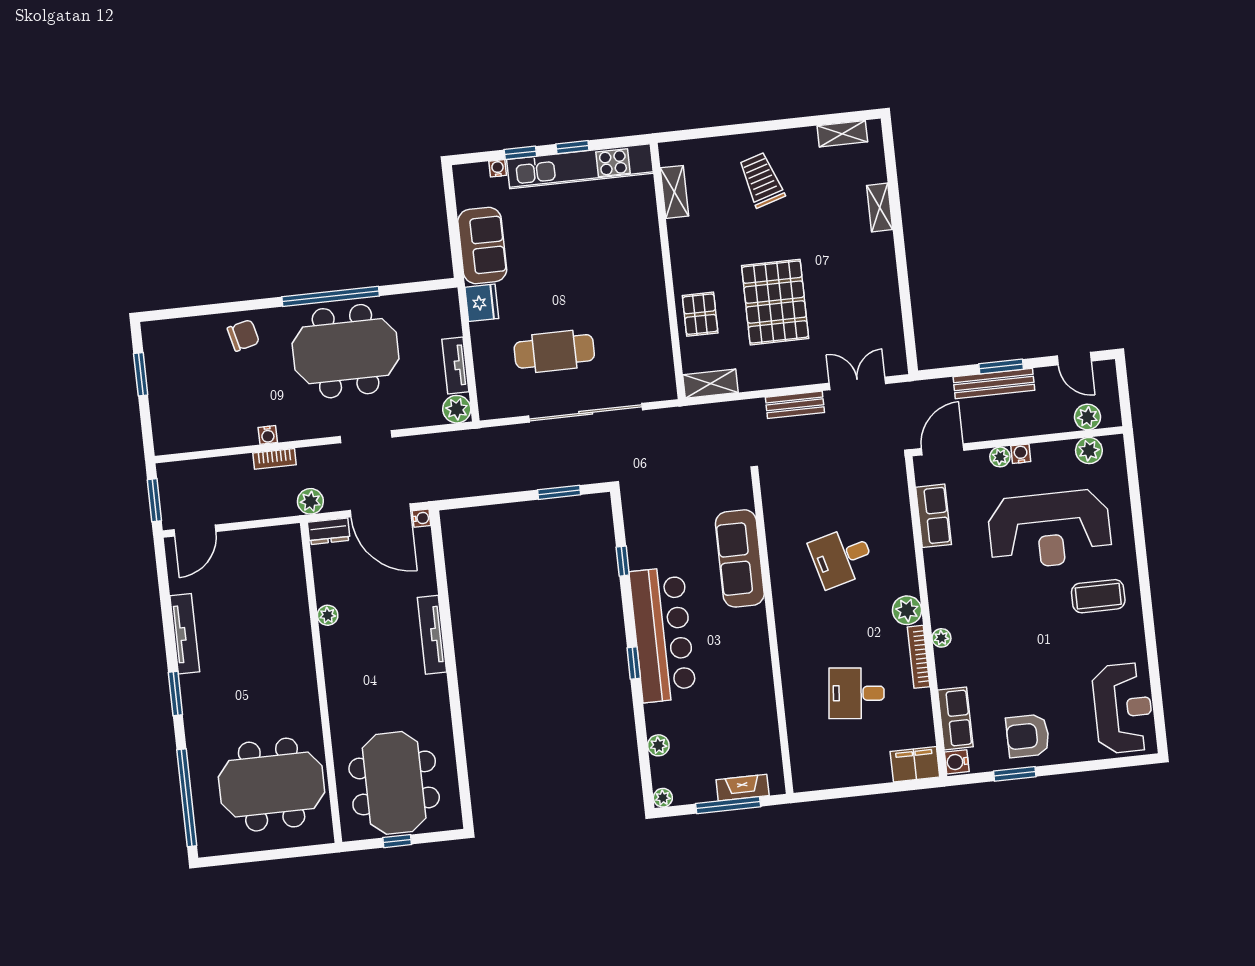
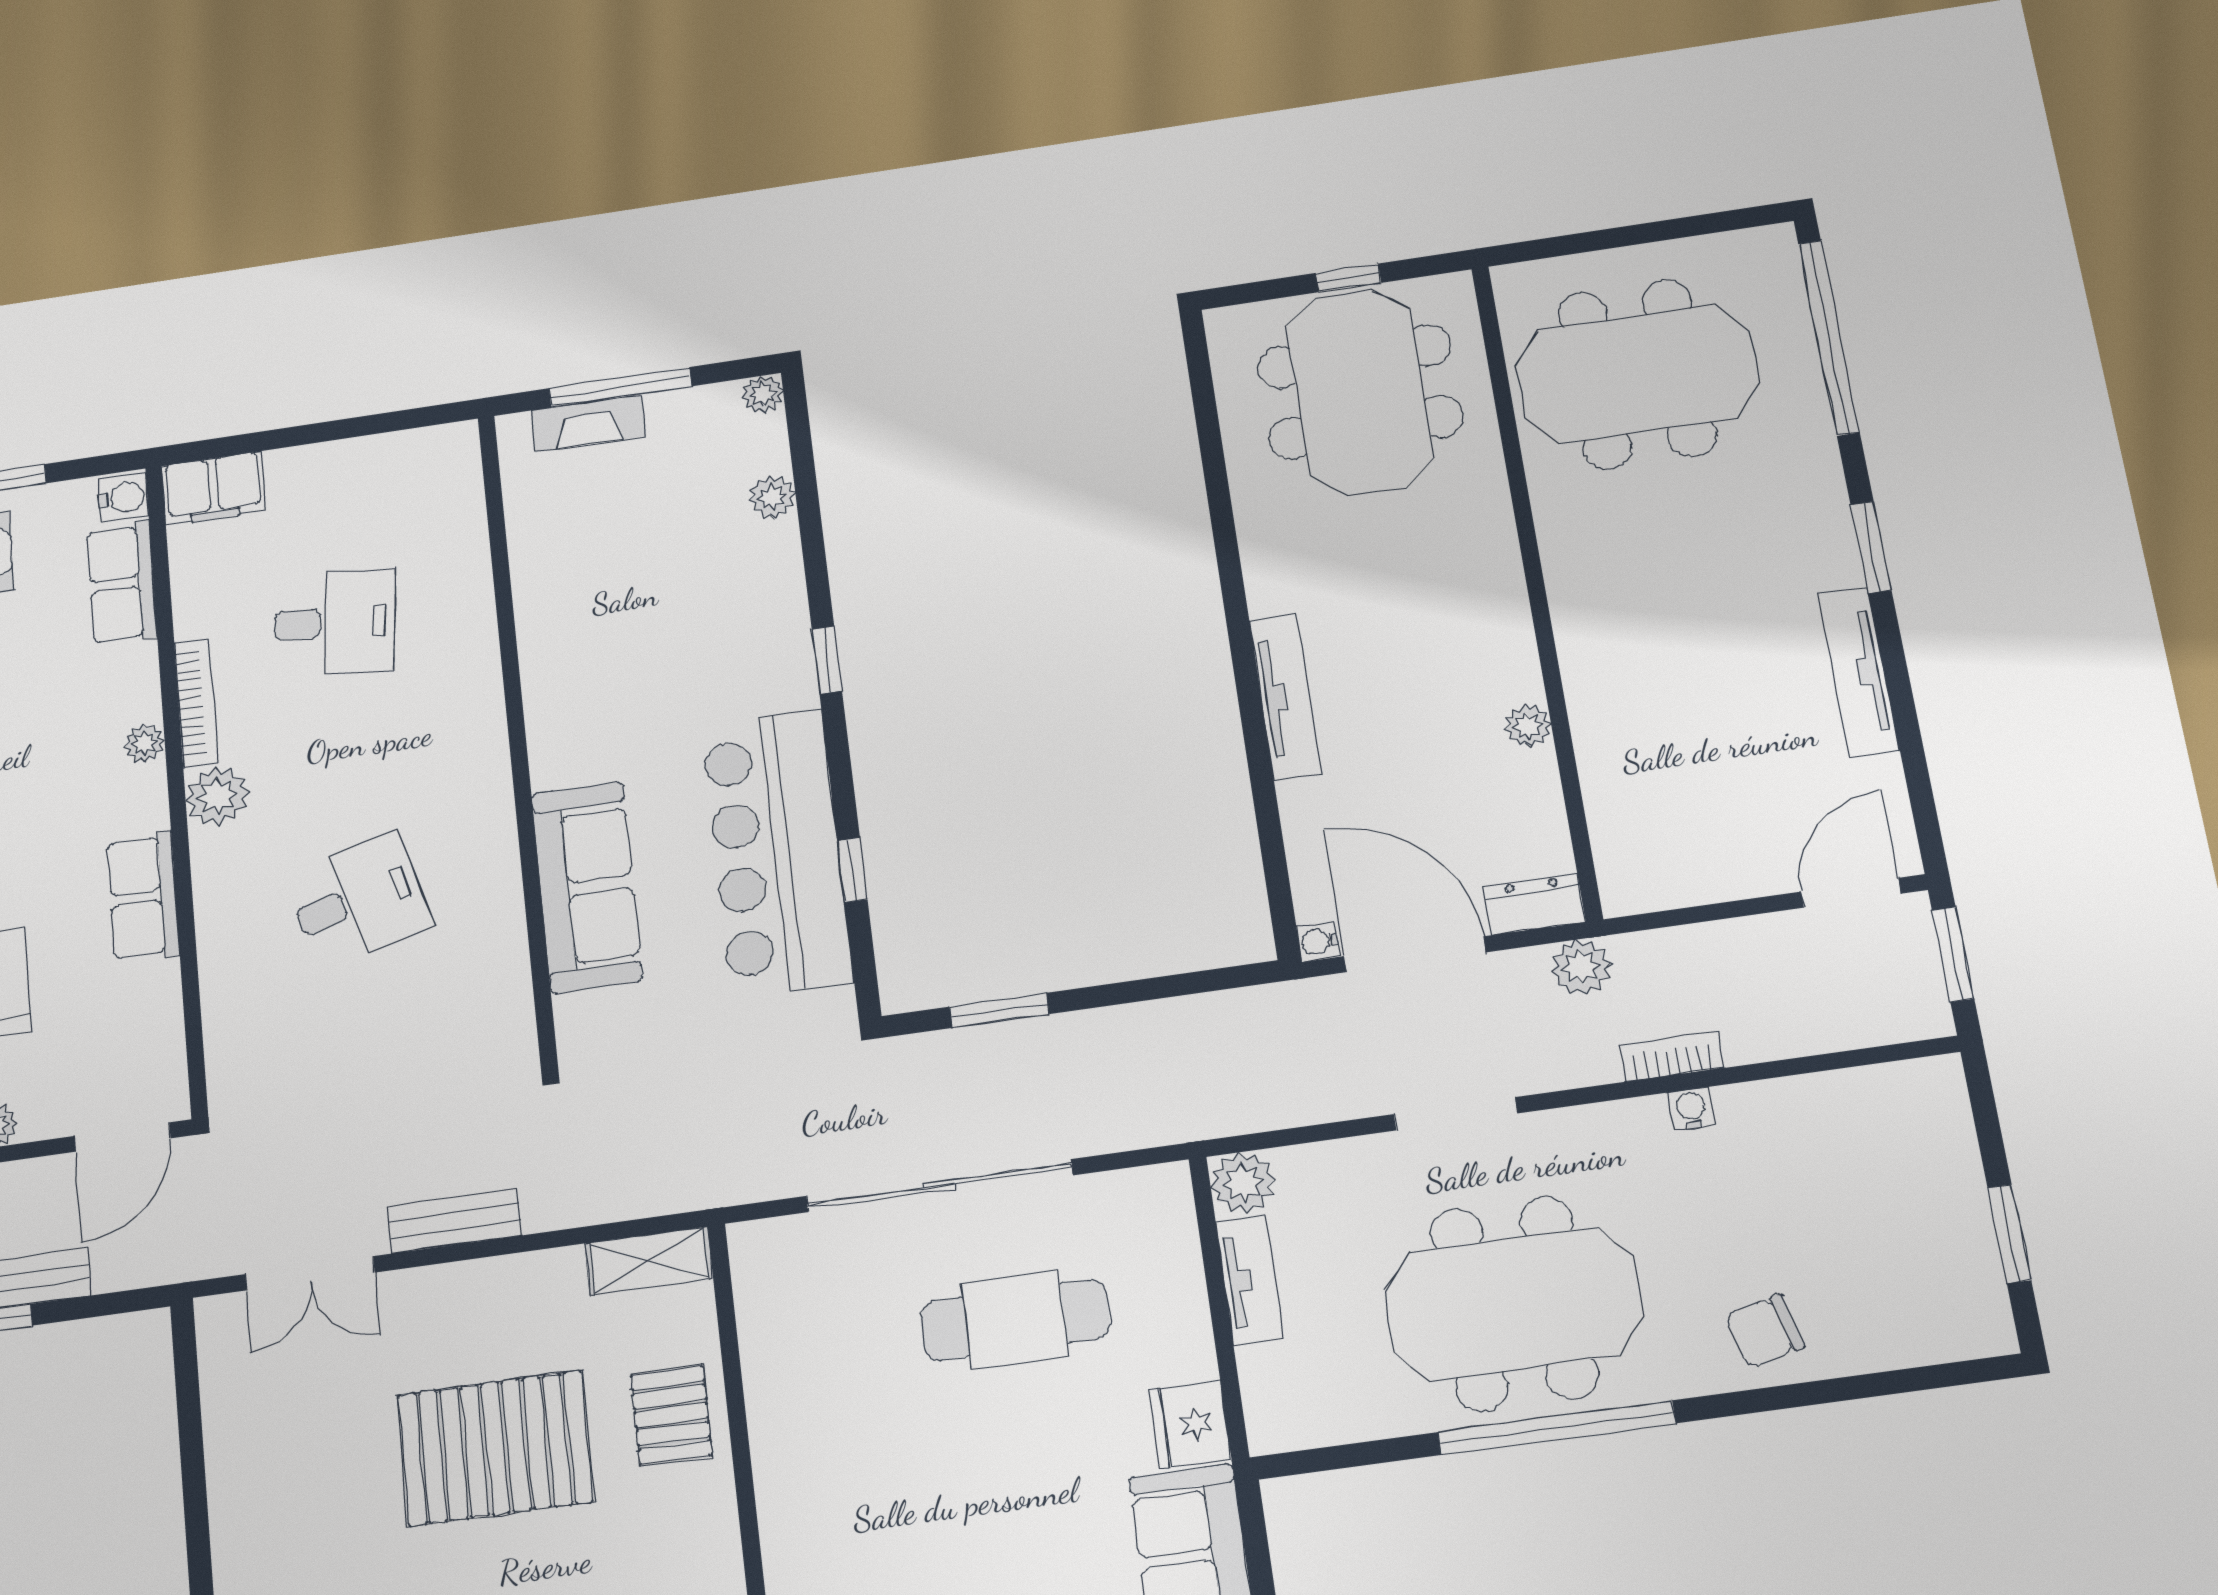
pallet: (775, 302) -> (495, 1448), turned 90
row of seats: (933, 516) -> (143, 897), moved
bar counter: (663, 634) -> (777, 853), moved

